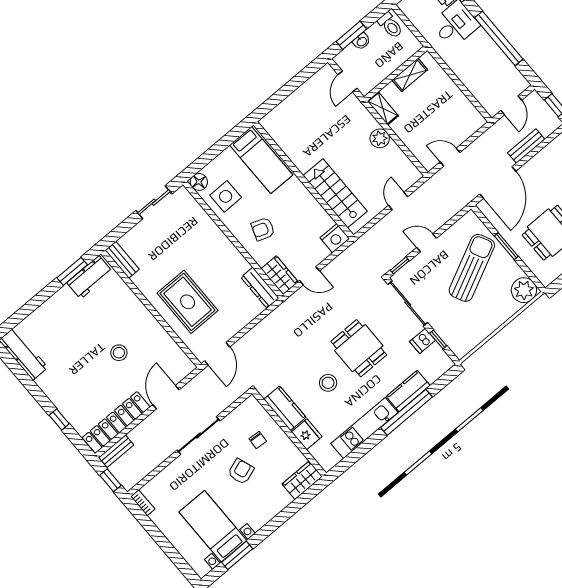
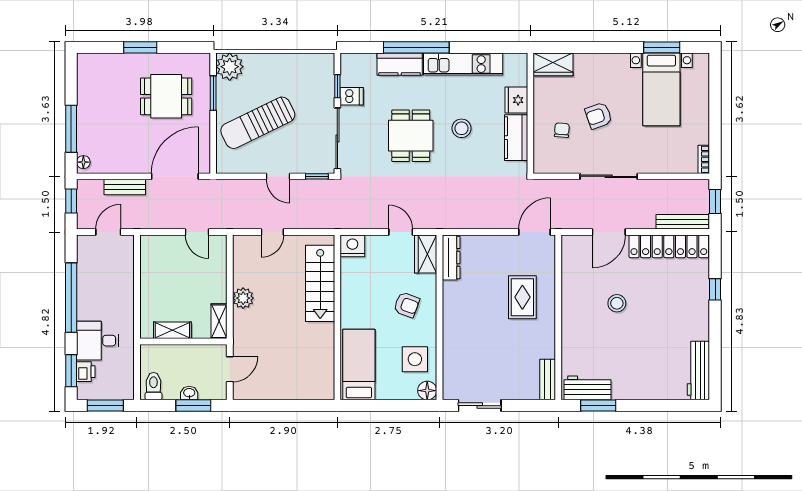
window: (506, 246) -> (213, 93), moved
rug: (188, 302) -> (522, 297), width x0.73, depth x0.70
bench: (116, 451) -> (682, 222), width x1.36

